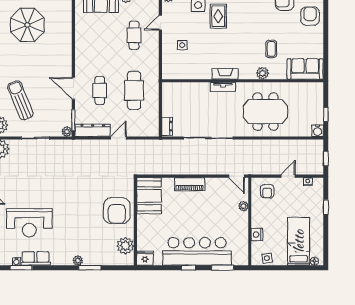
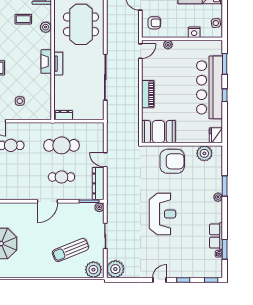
door: (73, 89) -> (47, 201), moved
dresser: (167, 126) -> (64, 115), moved
reception desk: (29, 223) -> (162, 214), moved

